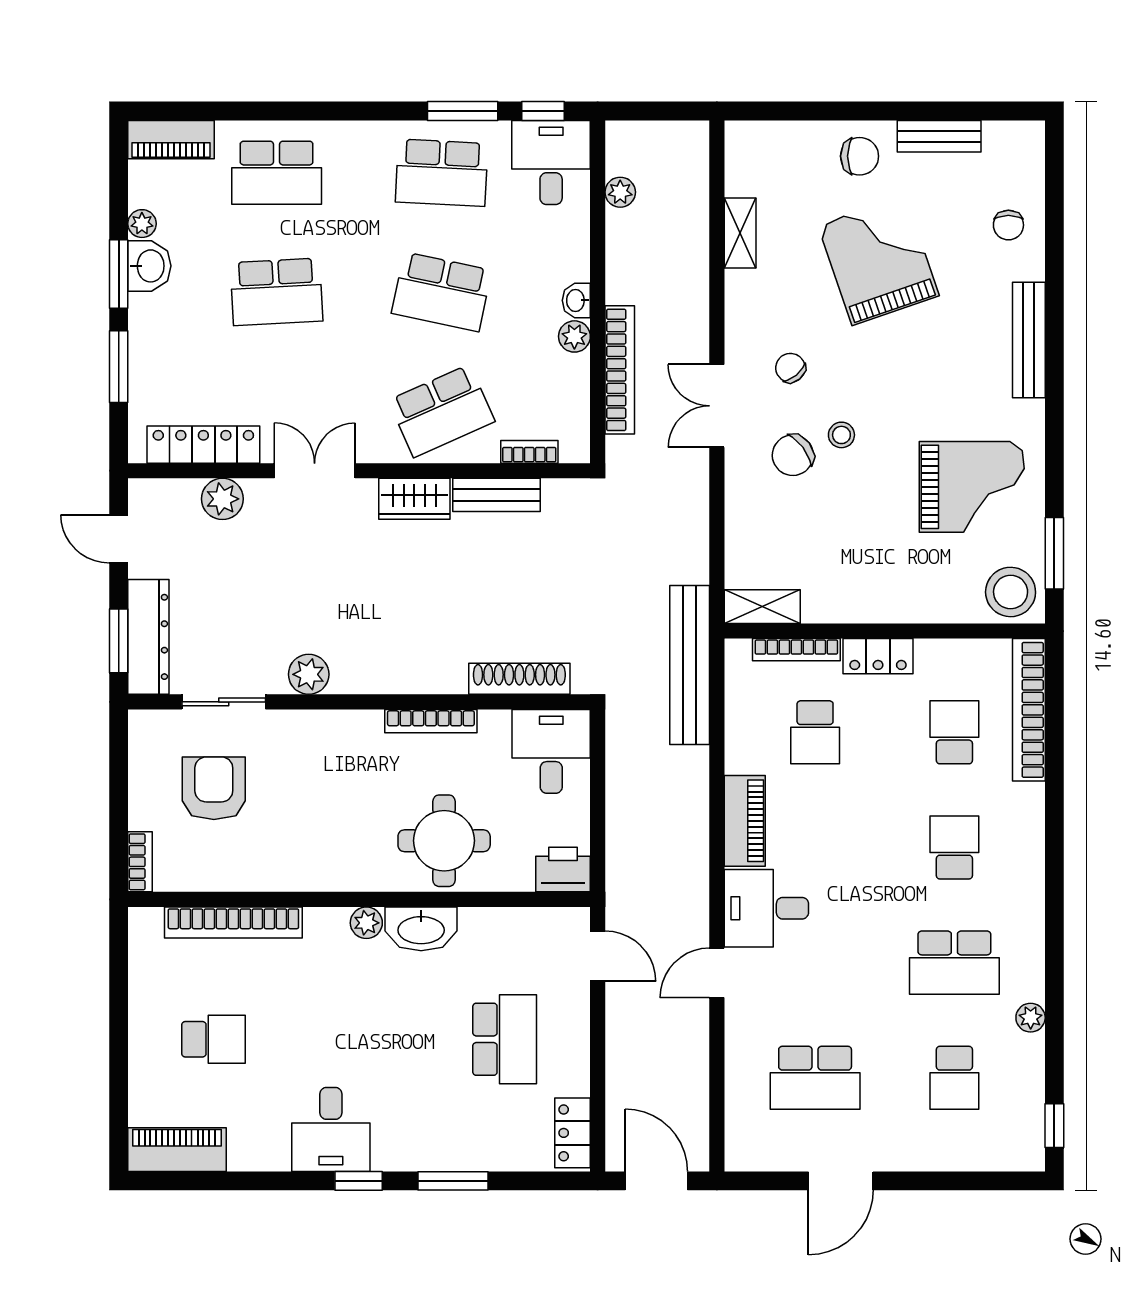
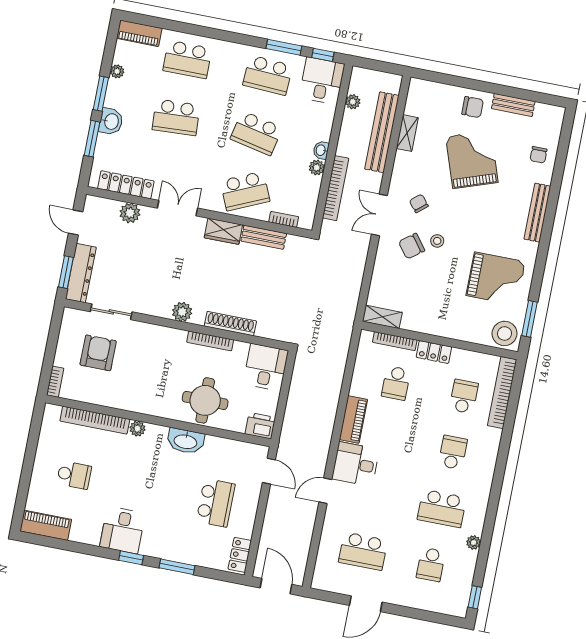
washbasin: (149, 266) -> (111, 121), moved
bench: (690, 665) -> (382, 132), moved
plant: (309, 674) -> (182, 312), moved
shoe rack: (519, 679) -> (230, 324), moved
plant: (366, 923) -> (137, 429), moved

